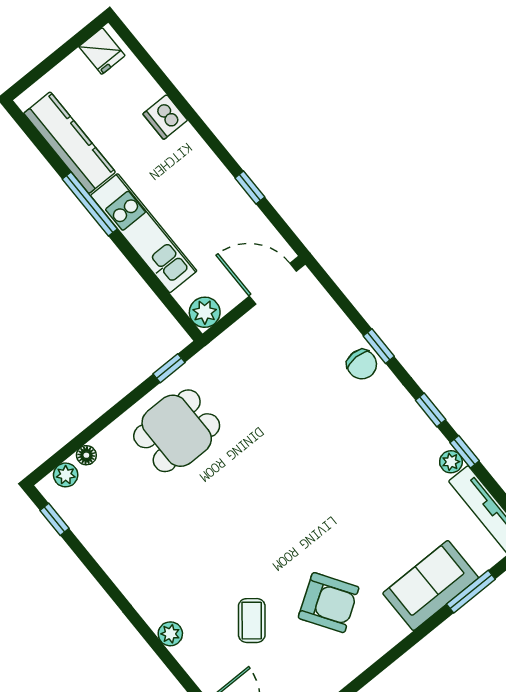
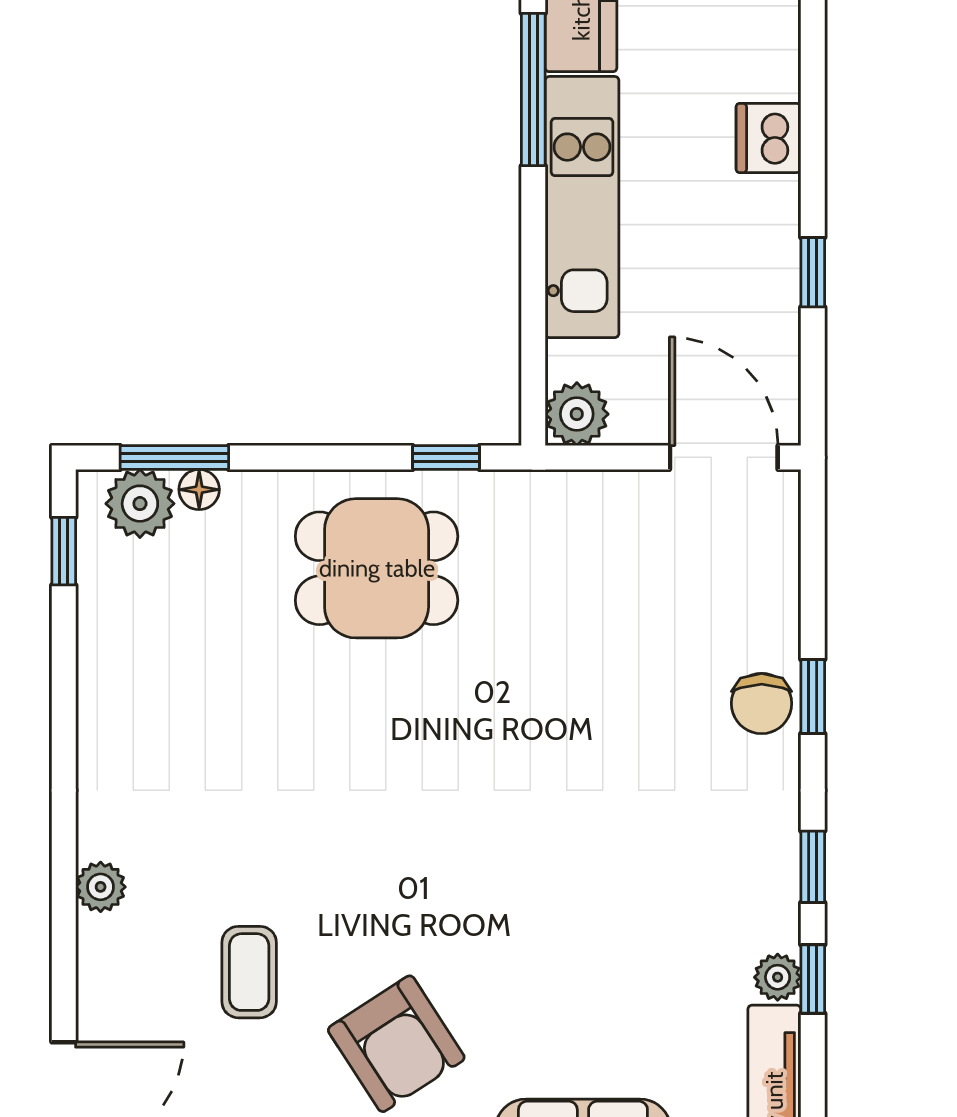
dishwasher: (165, 117) -> (768, 138), moved
window: (67, 451) -> (174, 457), added
plant: (66, 475) -> (140, 504), width x1.38, depth x1.38
coffee table: (252, 621) -> (249, 972), turned -39

